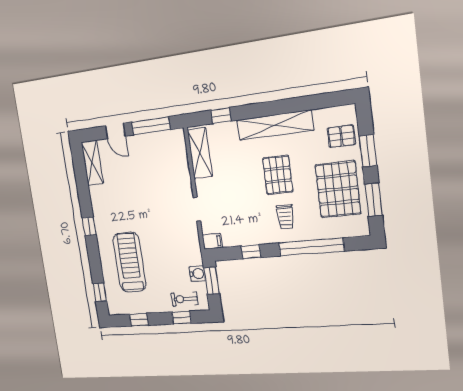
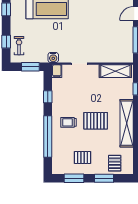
pallet: (338, 189) -> (83, 157), width x0.49, depth x0.50
water cooler: (197, 274) -> (53, 57), moved

